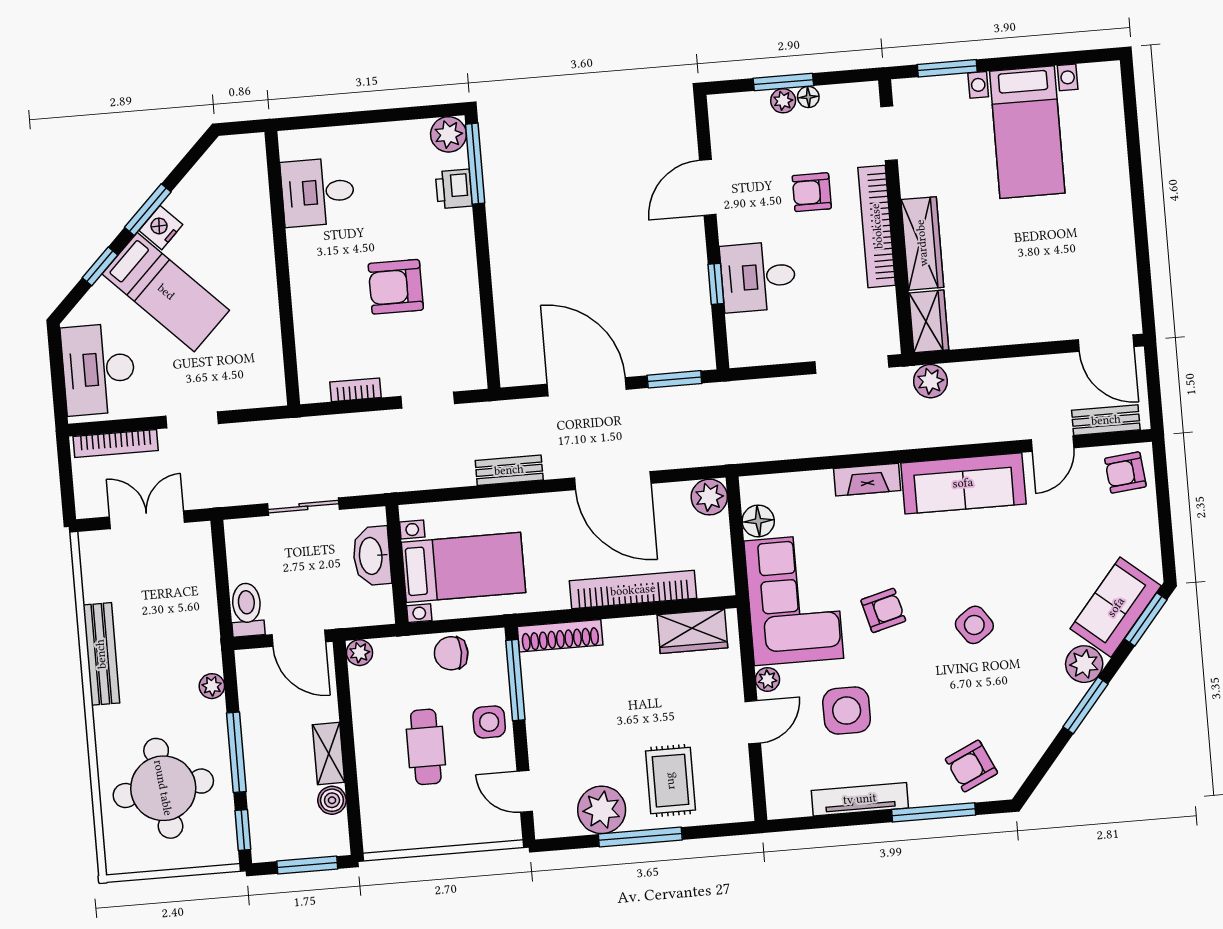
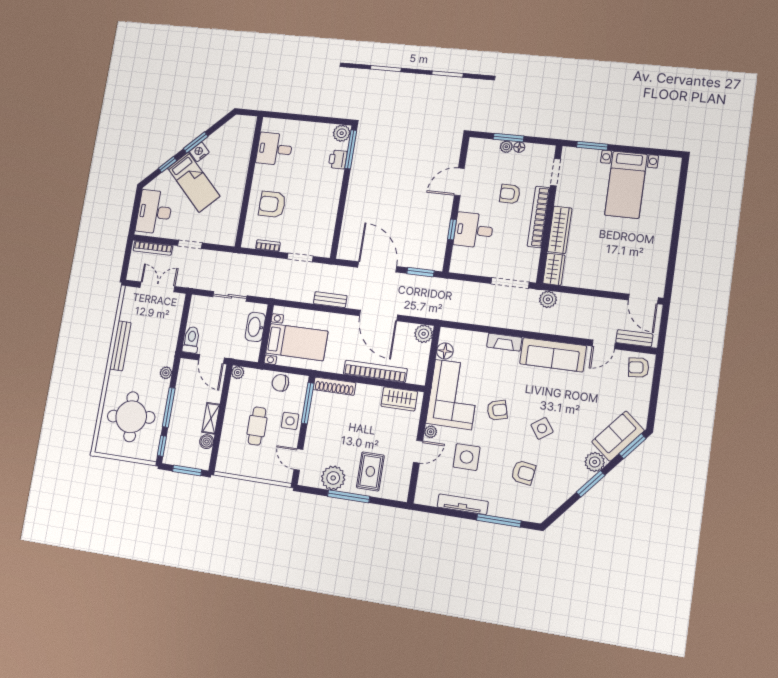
armchair: (396, 287) -> (272, 204), moved
armchair: (971, 766) -> (523, 473), moved, turned -147

